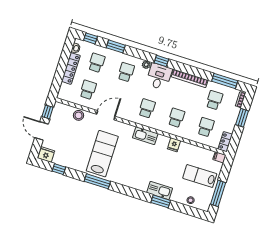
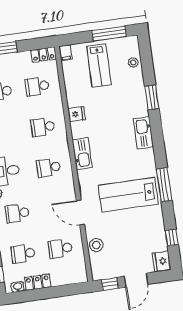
locker: (71, 68) -> (38, 282), width x0.66
kitchen sink: (160, 190) -> (143, 133), moved

